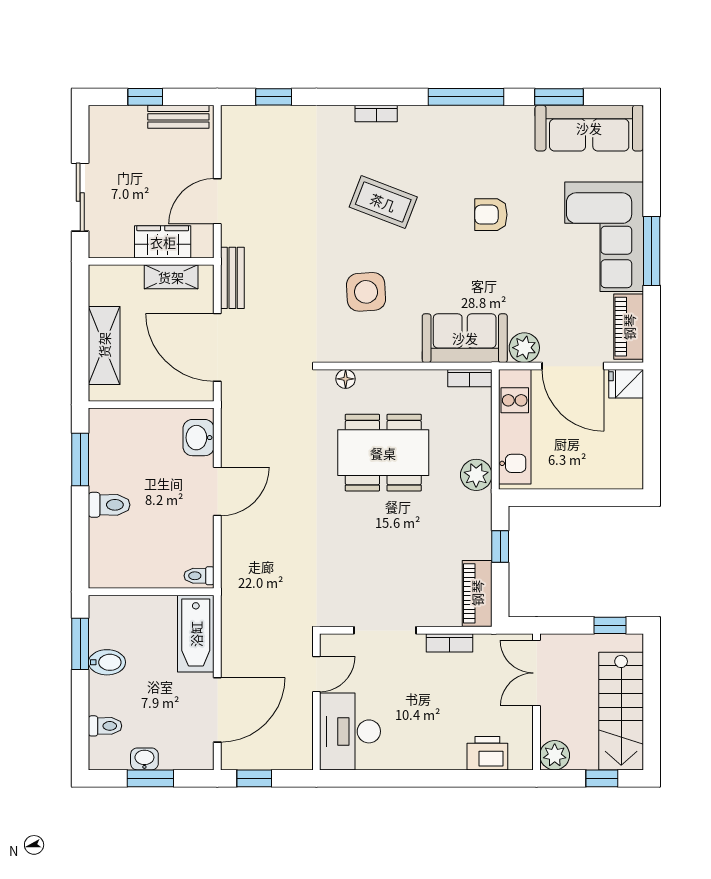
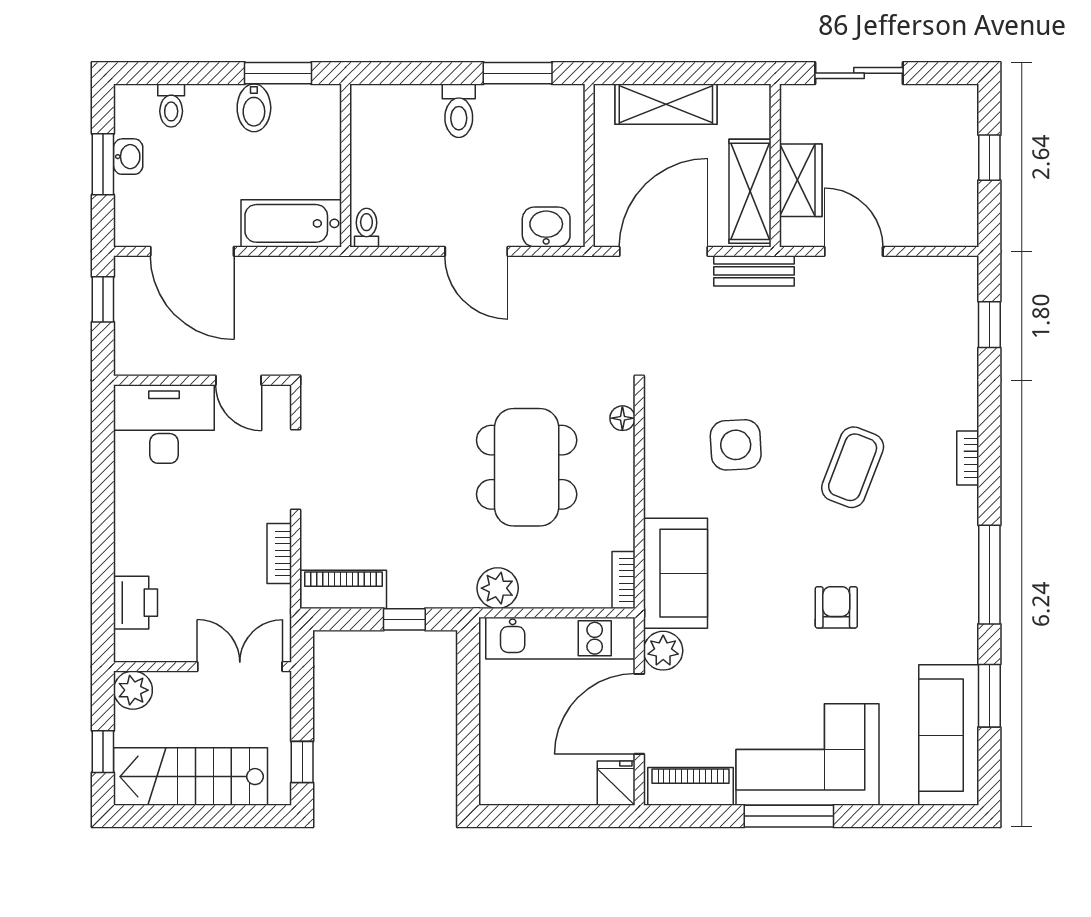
bench: (178, 117) -> (963, 201), removed
shelving: (171, 277) -> (750, 191), width x1.50, depth x1.33

